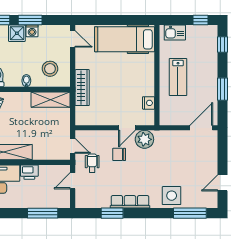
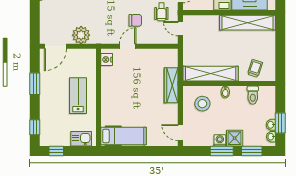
hospital bed: (124, 39) -> (123, 136), width x0.73, depth x0.78
shelving: (51, 100) -> (211, 74), width x1.47
nightstand: (149, 103) -> (107, 60), moved
plant: (144, 139) -> (81, 35), moved

